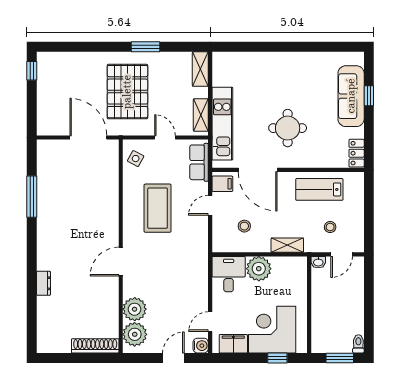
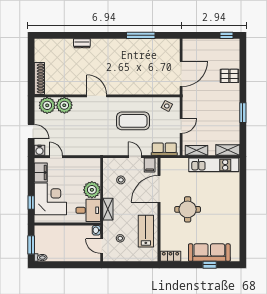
pallet: (127, 92) -> (229, 76), moved, width x0.49, depth x0.50
kitchen unit: (222, 124) -> (214, 165), moved
desk: (229, 274) -> (88, 210), moved

